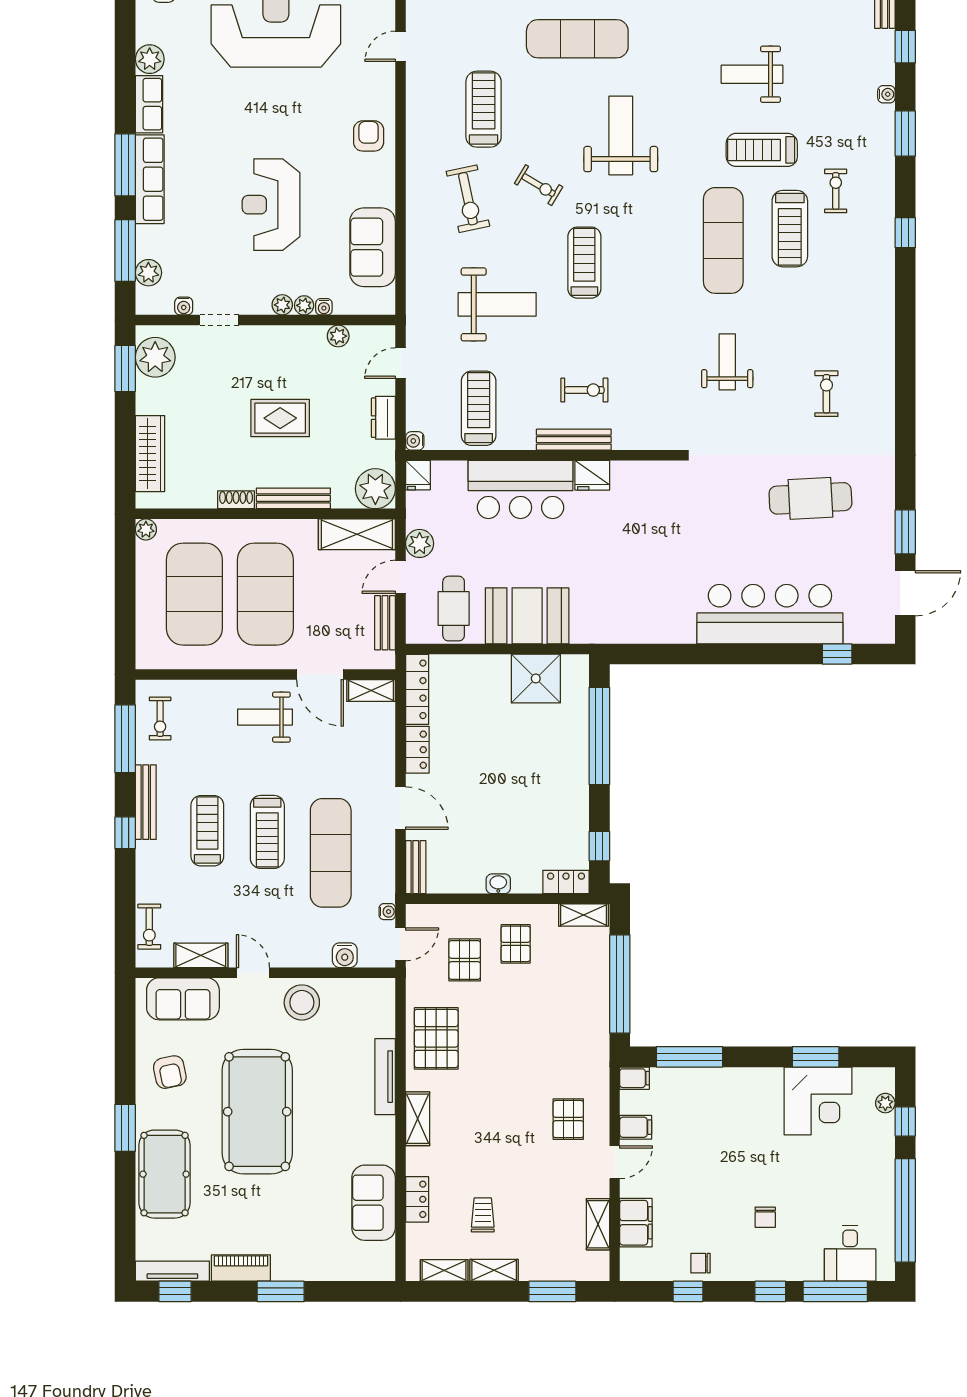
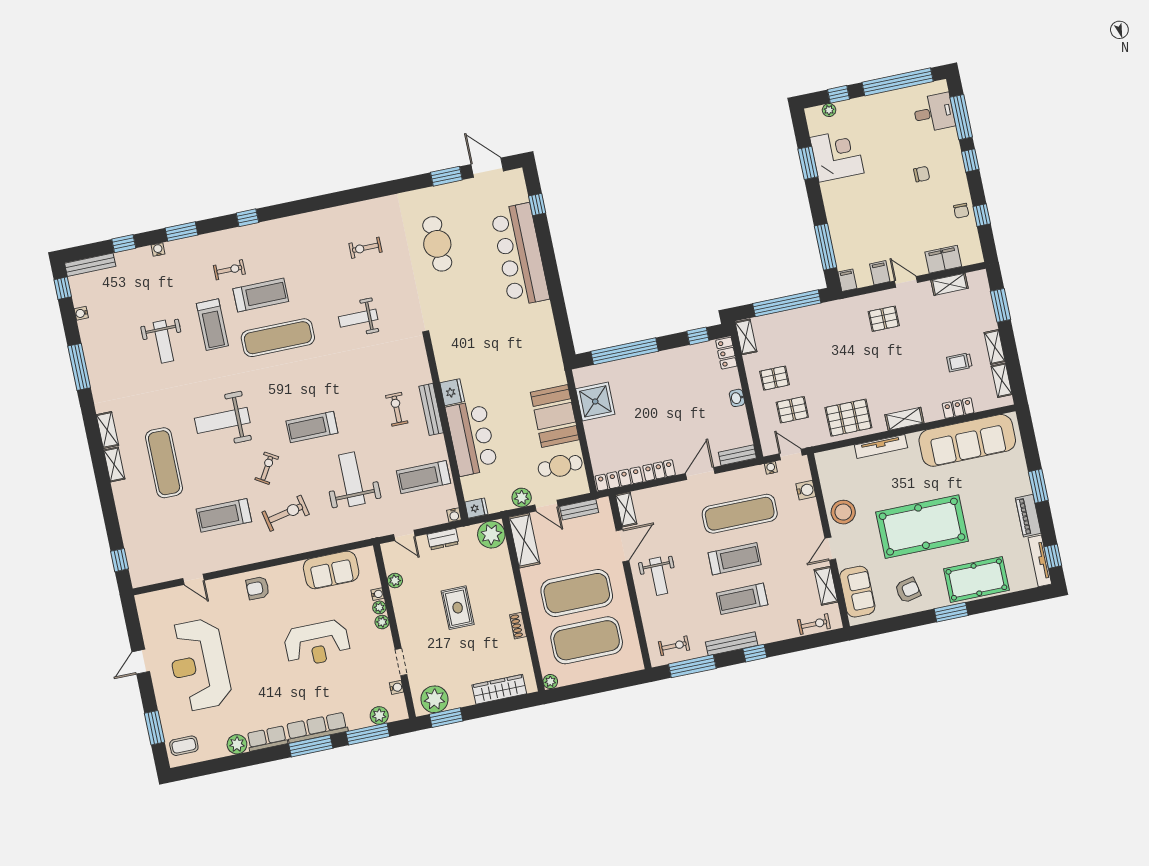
exercise bike: (836, 191) -> (229, 270), turned 180
bench: (293, 498) -> (509, 588), removed
sofa: (374, 1203) -> (967, 440), width x1.85, depth x1.27

